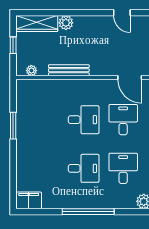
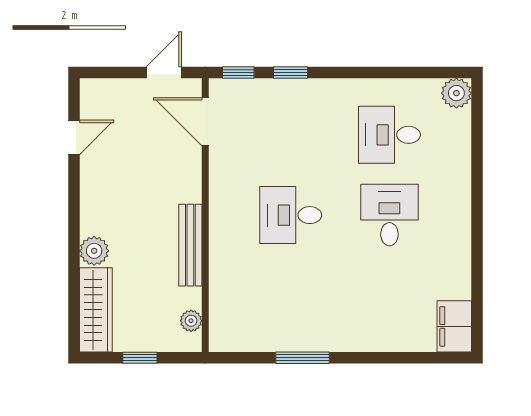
door: (130, 78) -> (205, 122), swing flipped
desk: (84, 120) -> (291, 215), turned -90
desk: (123, 120) -> (291, 135), removed
window: (88, 212) -> (477, 206), removed

